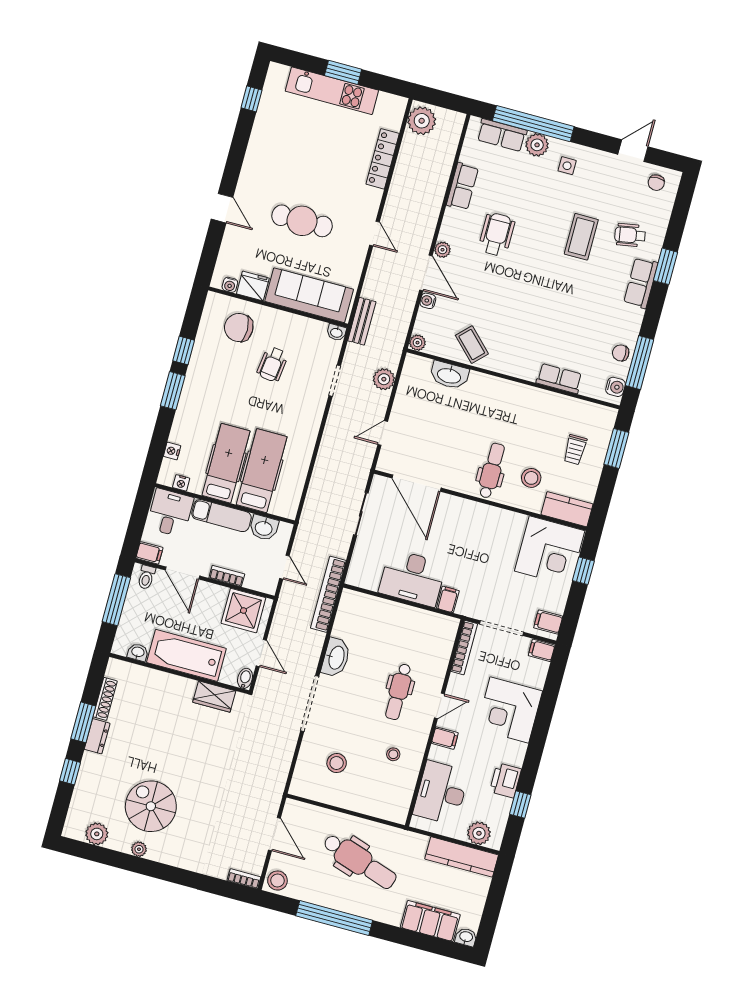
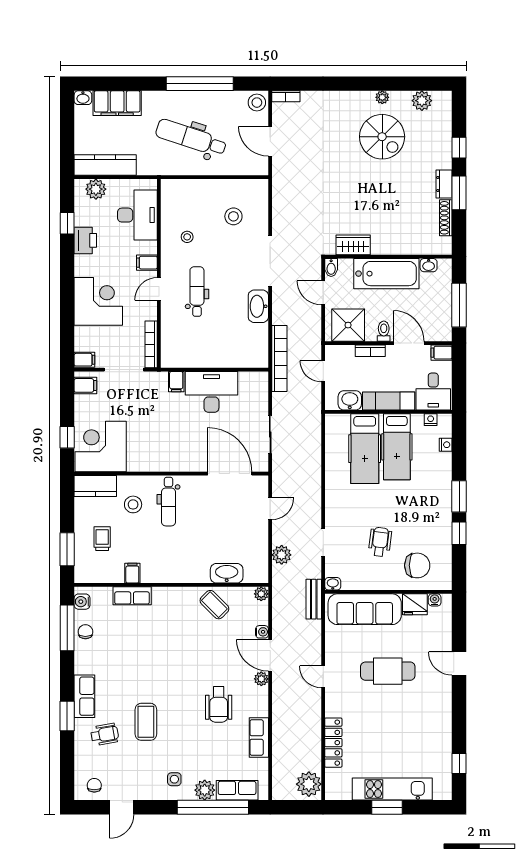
chair: (621, 353) -> (85, 632), turned -90
filing cabinet: (552, 403) -> (132, 573), added
toilet: (146, 577) -> (384, 331), moved

